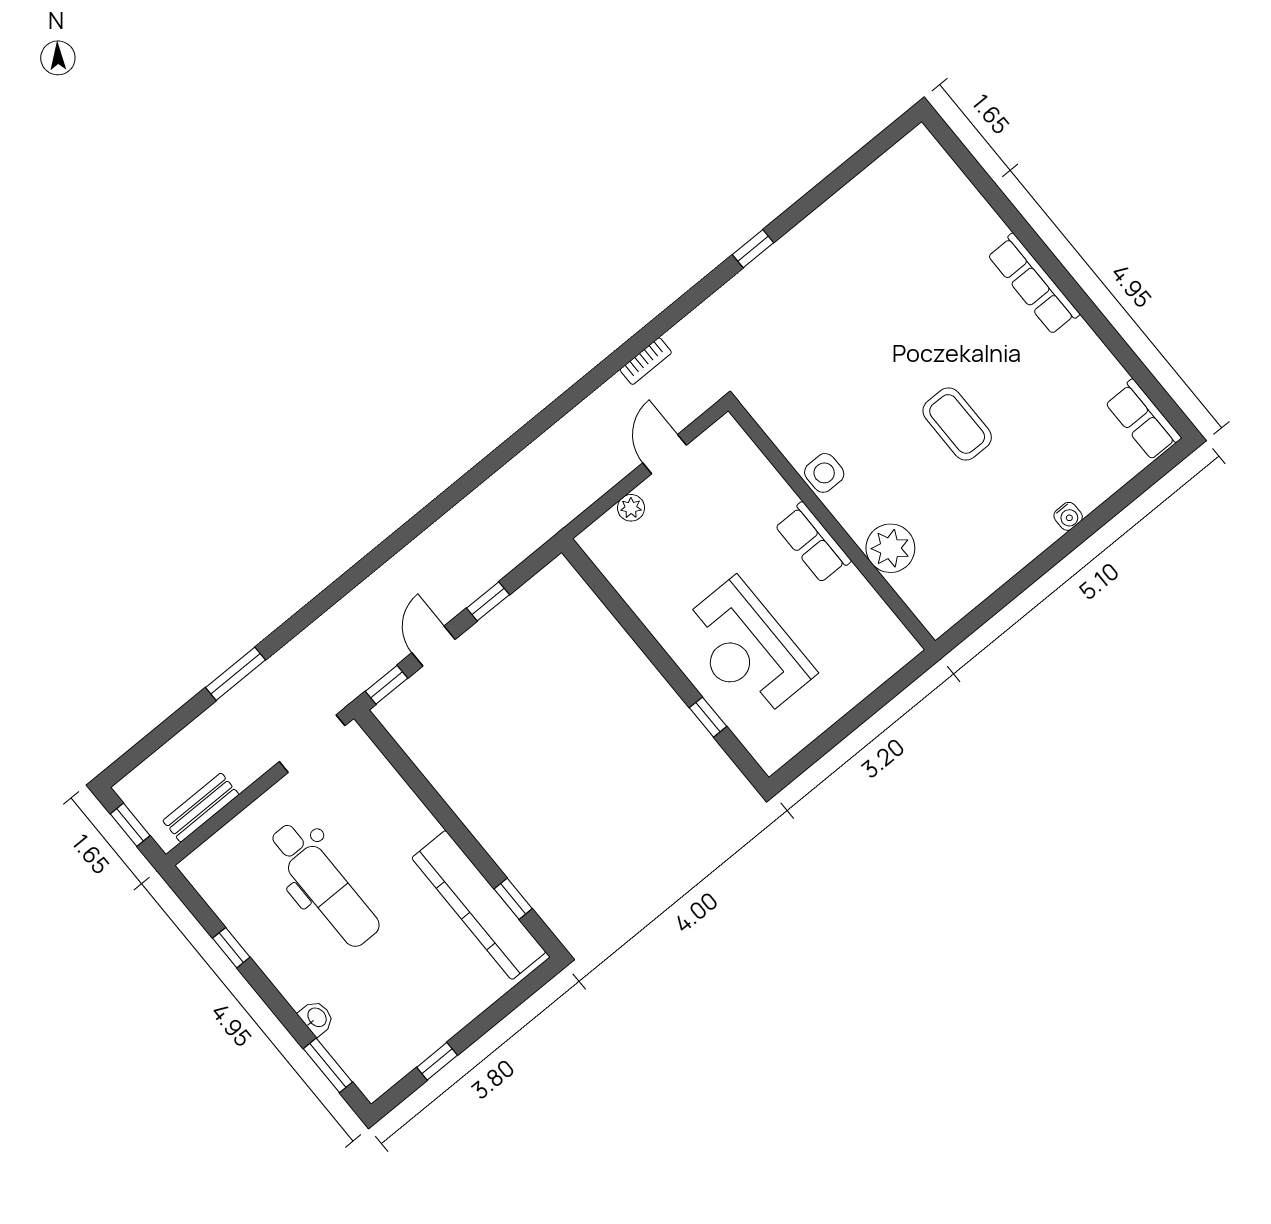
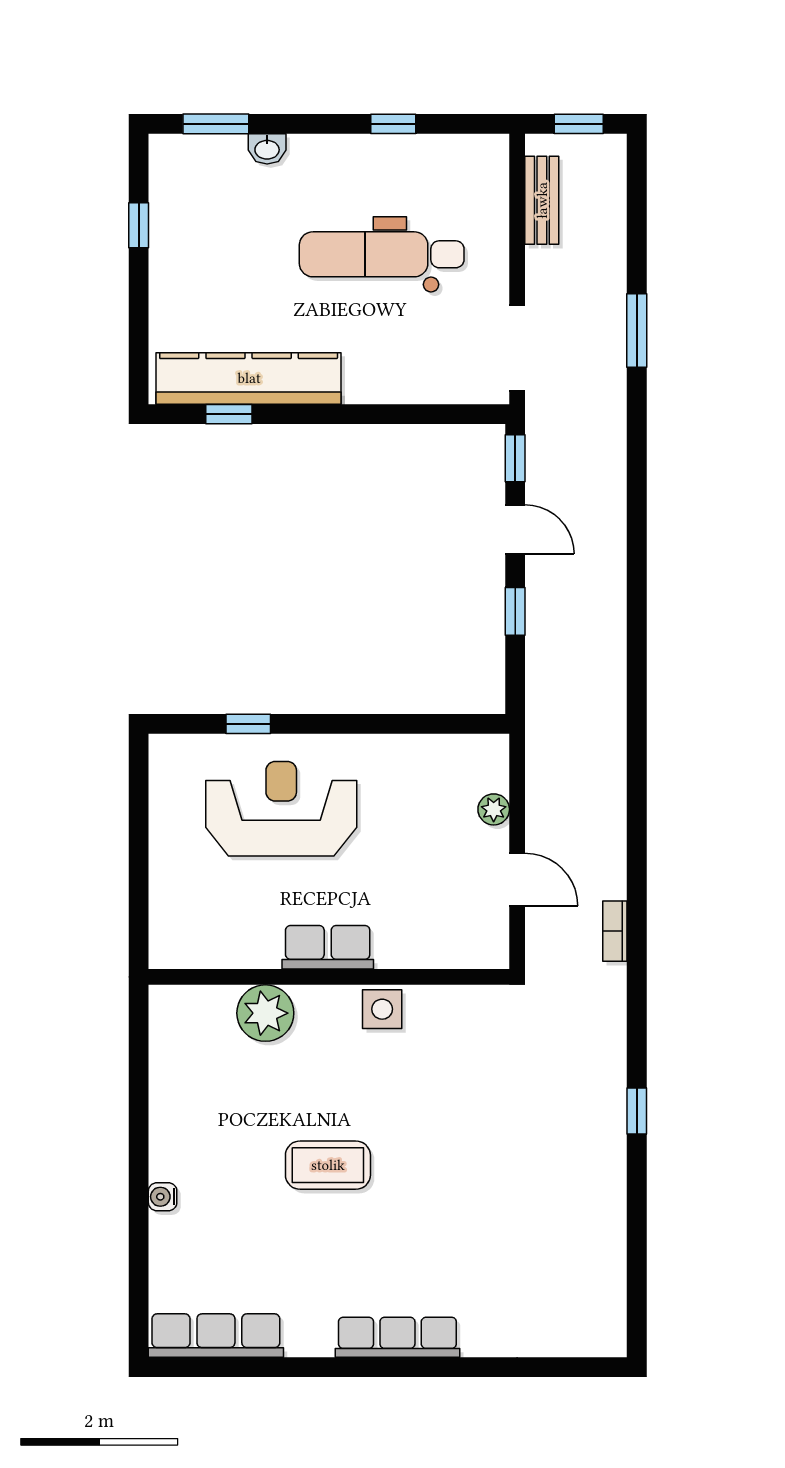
row of seats: (1143, 420) -> (216, 1336), width x1.48

